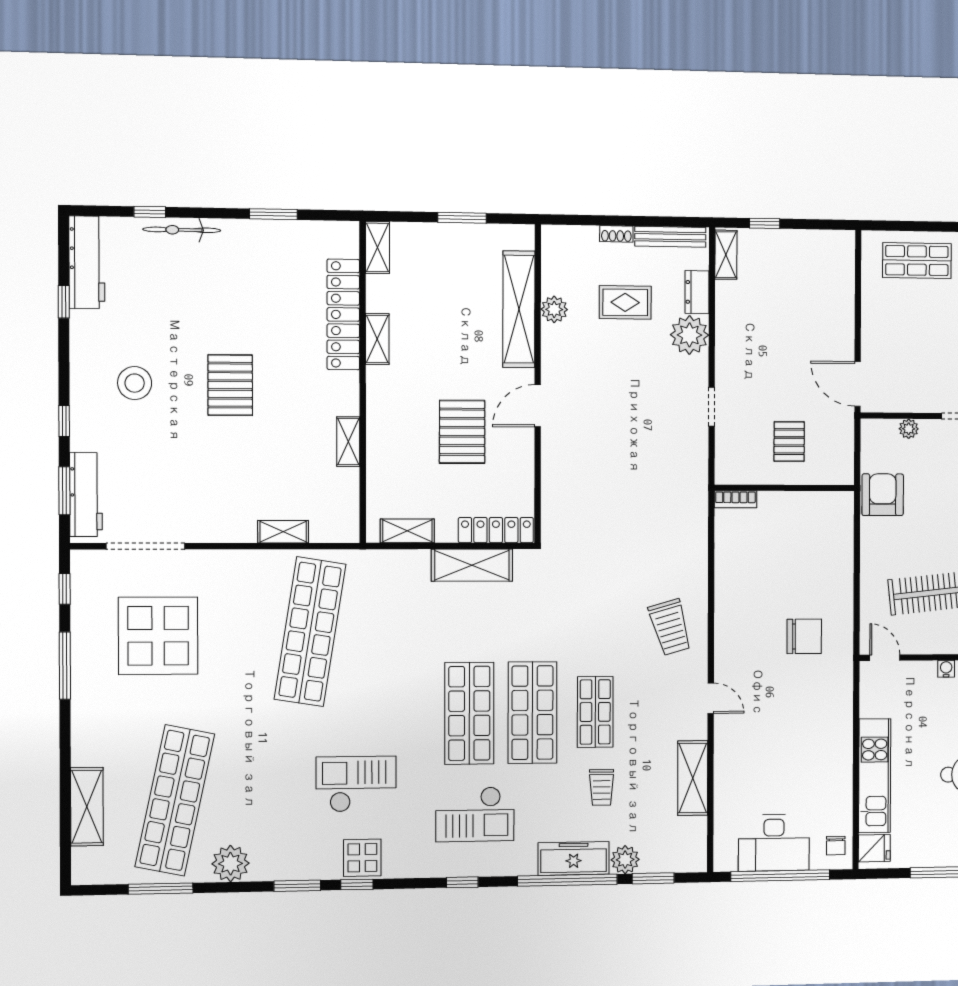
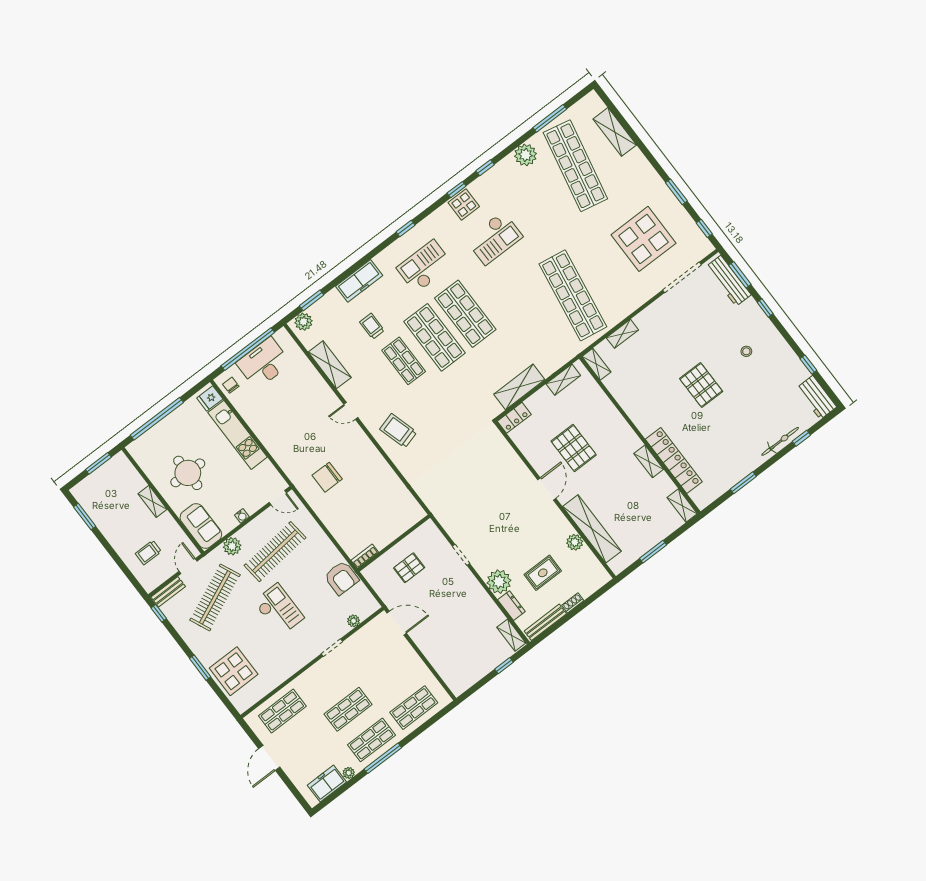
workbench: (87, 262) -> (817, 397), width x0.73
stool: (135, 383) -> (746, 351), width x0.53, depth x0.53
shelving: (348, 442) -> (596, 364), moved
pallet: (789, 442) -> (409, 568), turned 90
bookcase: (735, 499) -> (365, 556), moved
locker: (496, 530) -> (514, 418), width x0.66
window: (65, 666) -> (676, 192), width x0.69
plant: (625, 860) -> (304, 322), moved
window: (567, 880) -> (354, 268), removed
window: (297, 886) -> (485, 168), width x0.67

